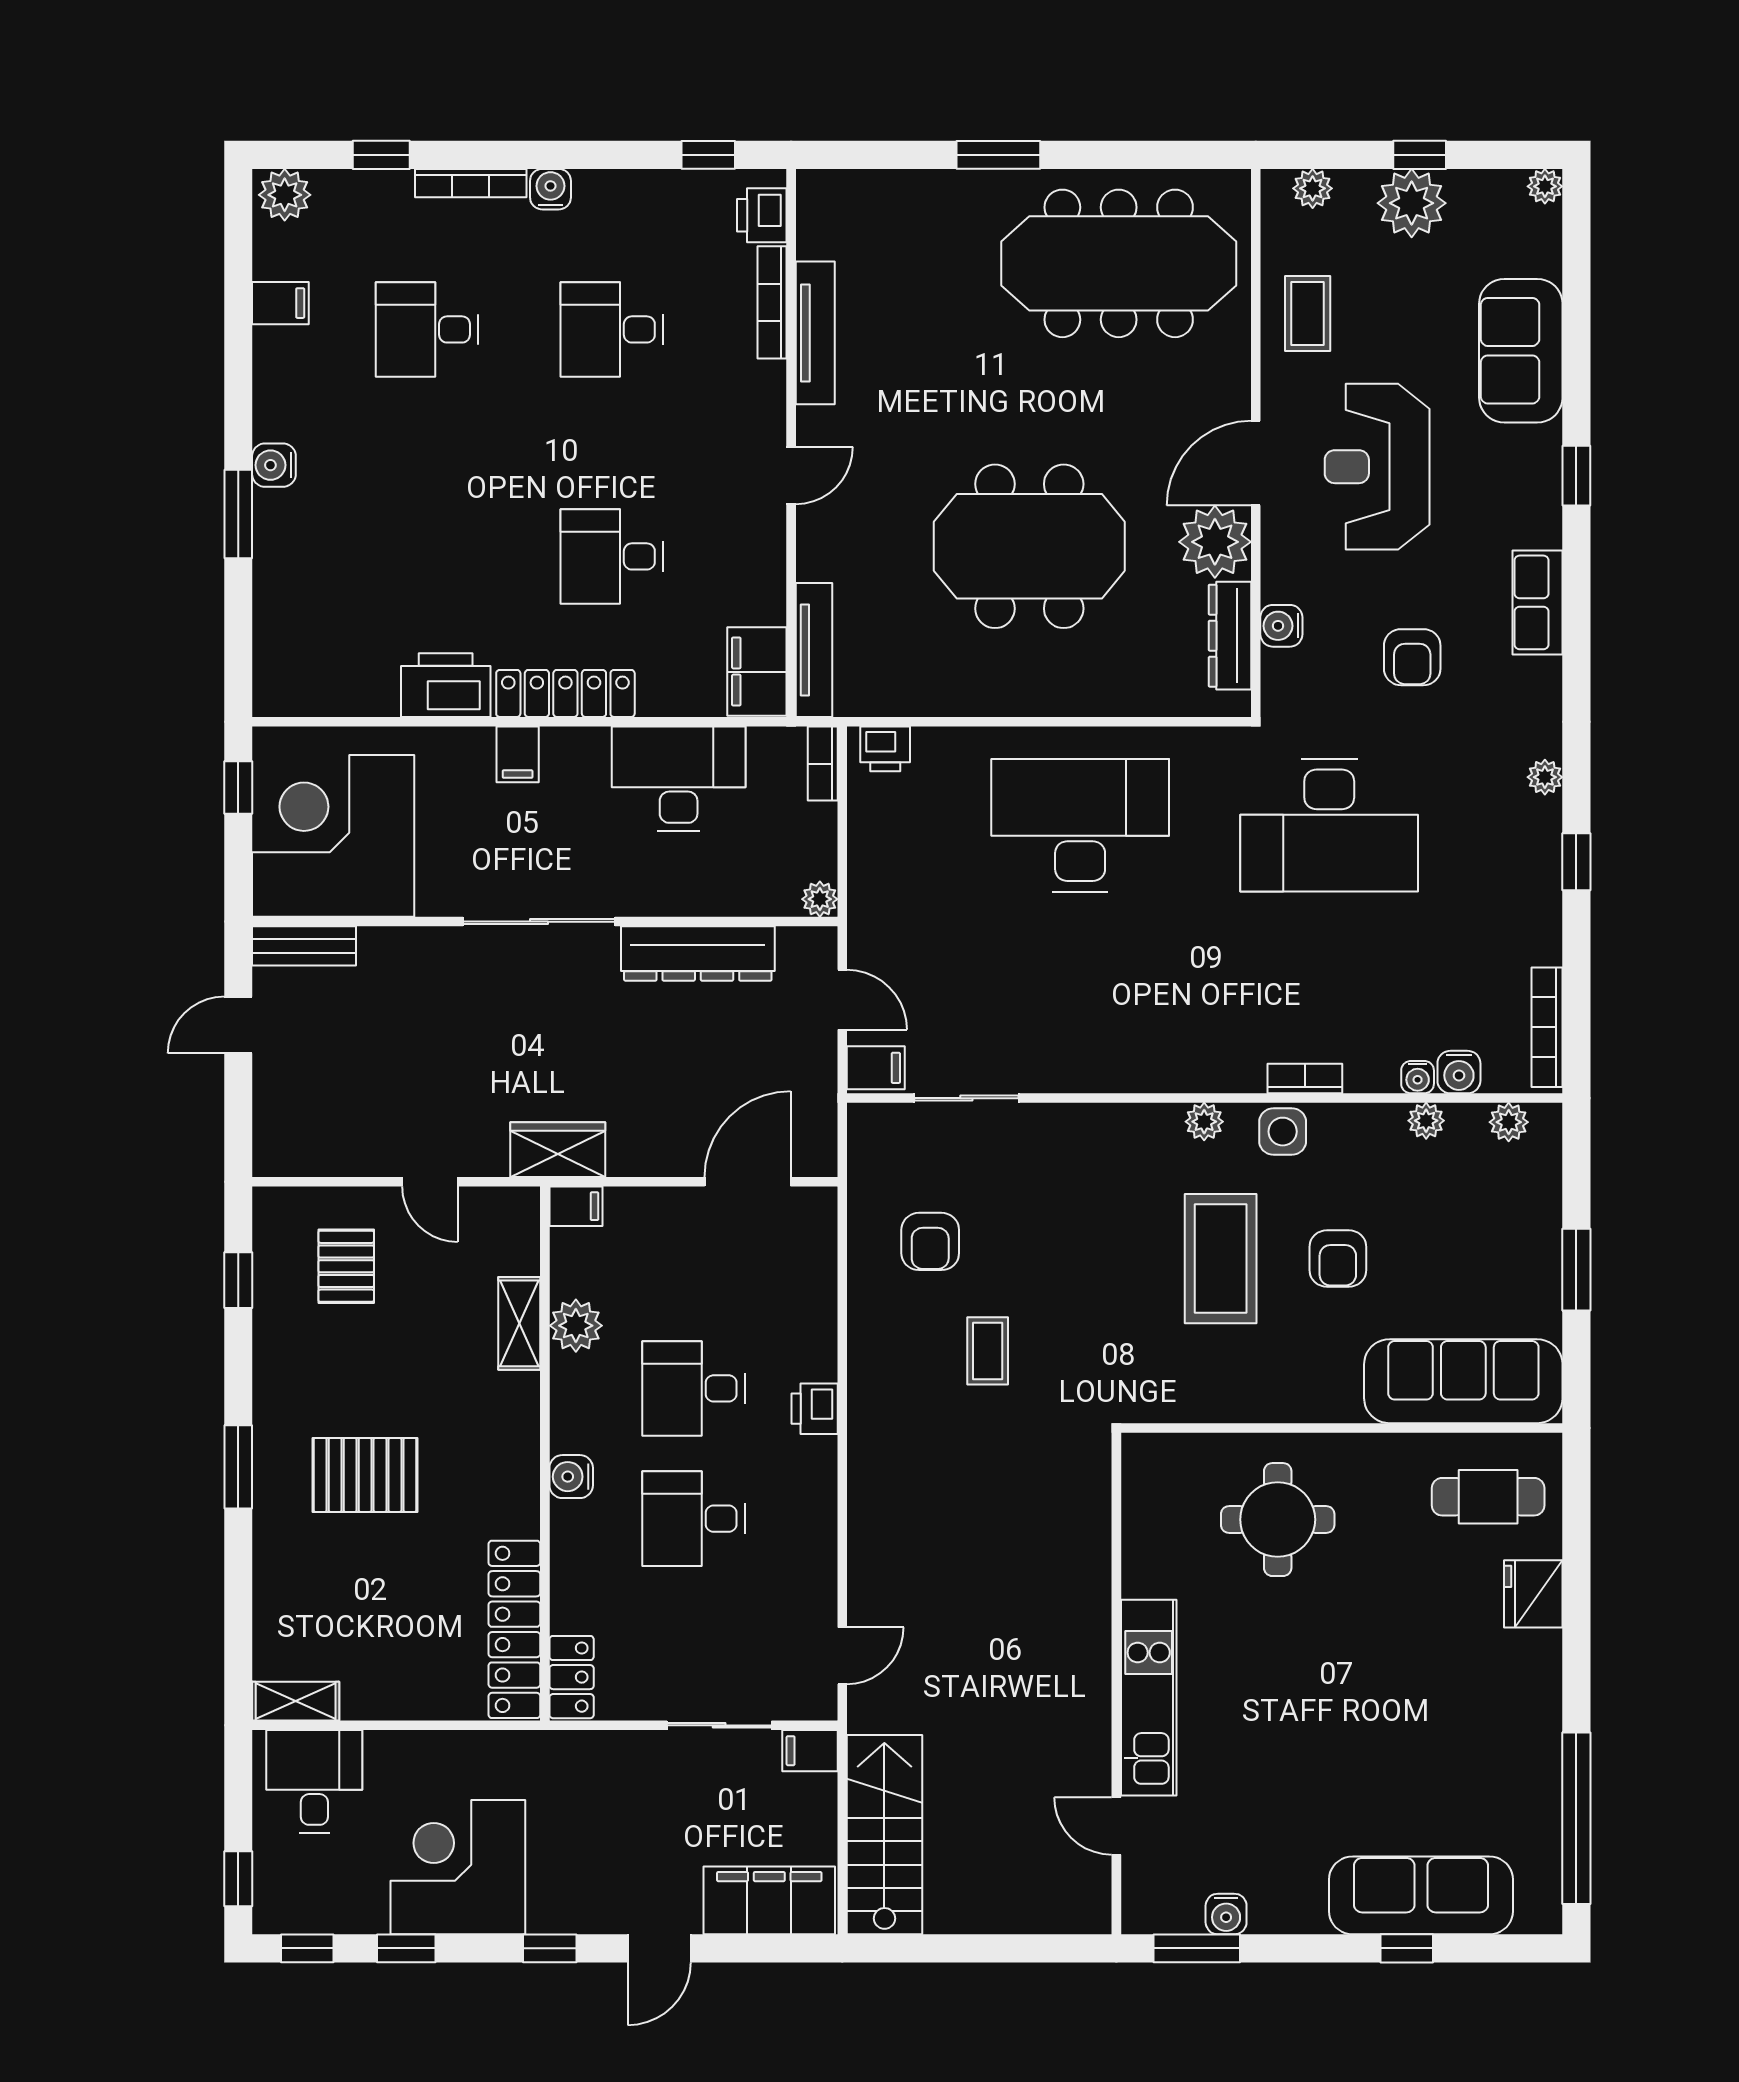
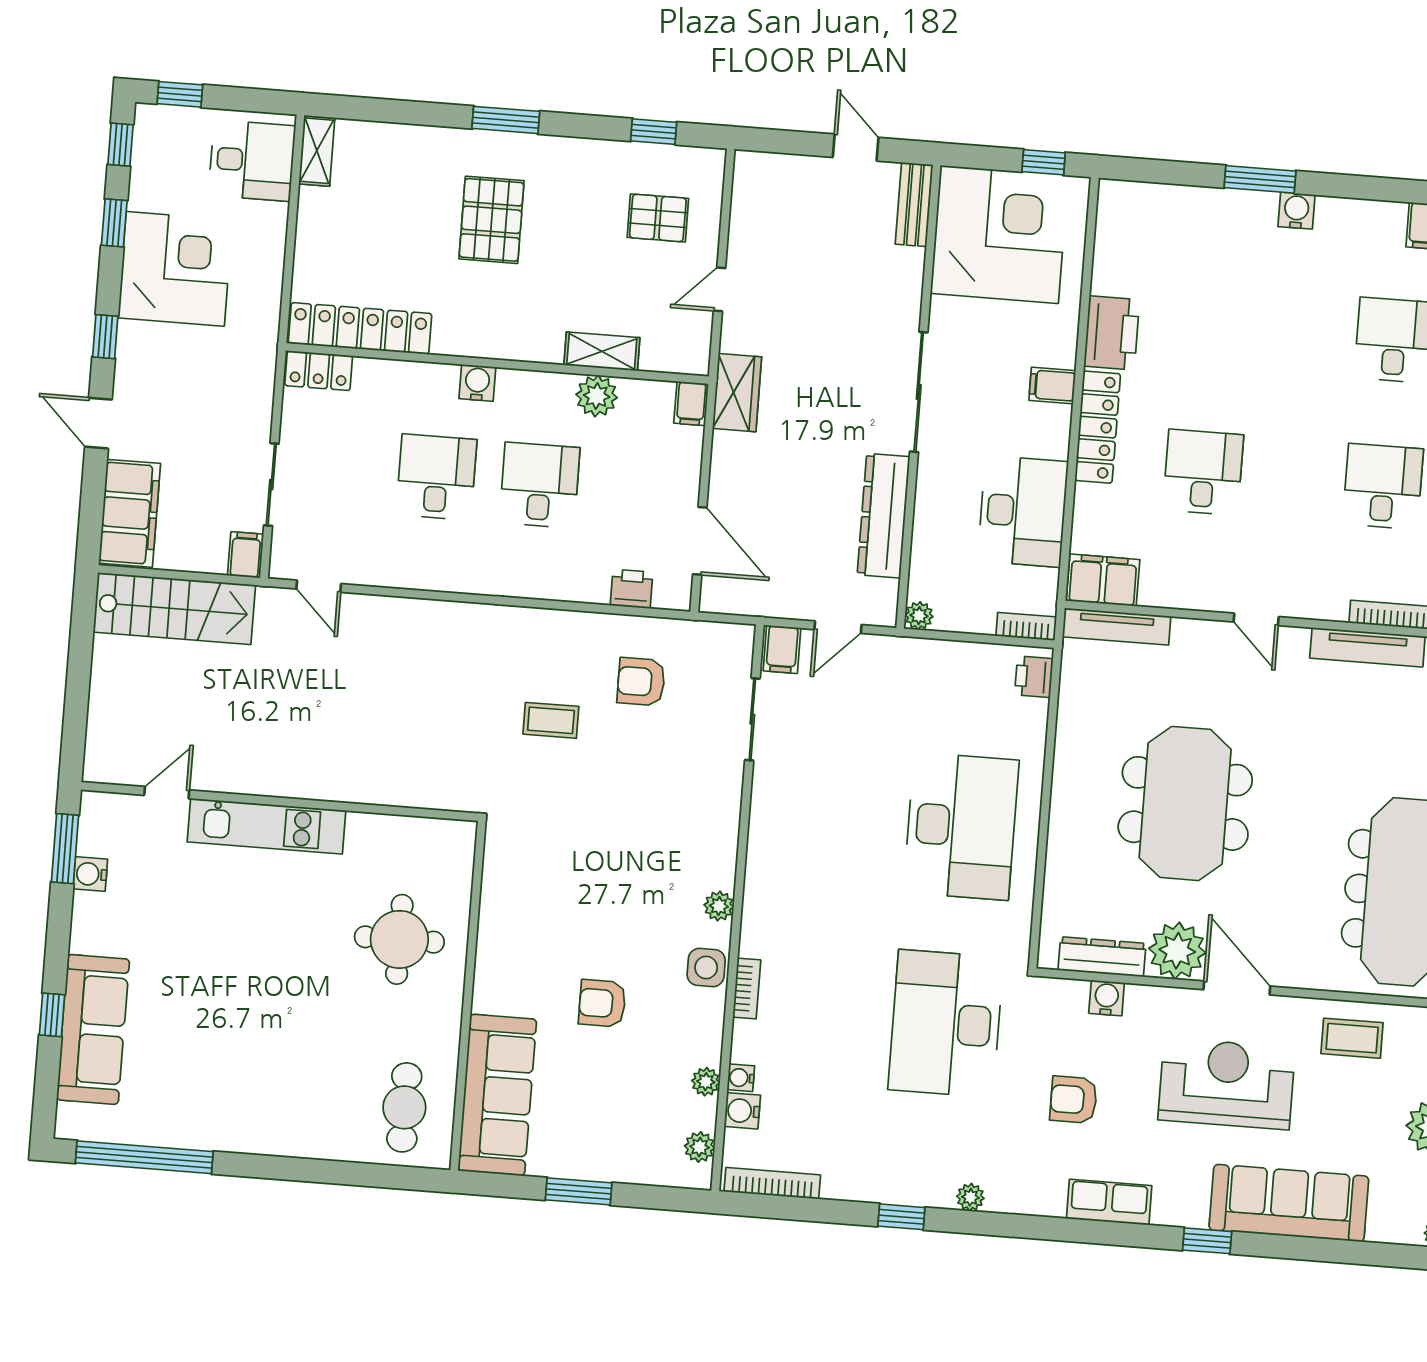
sofa: (1521, 351) -> (1289, 1203), width x1.36
coffee table: (1221, 1259) -> (609, 911), removed
printer: (815, 1409) -> (632, 589), moved
fridge: (1533, 1594) -> (325, 1137), removed

